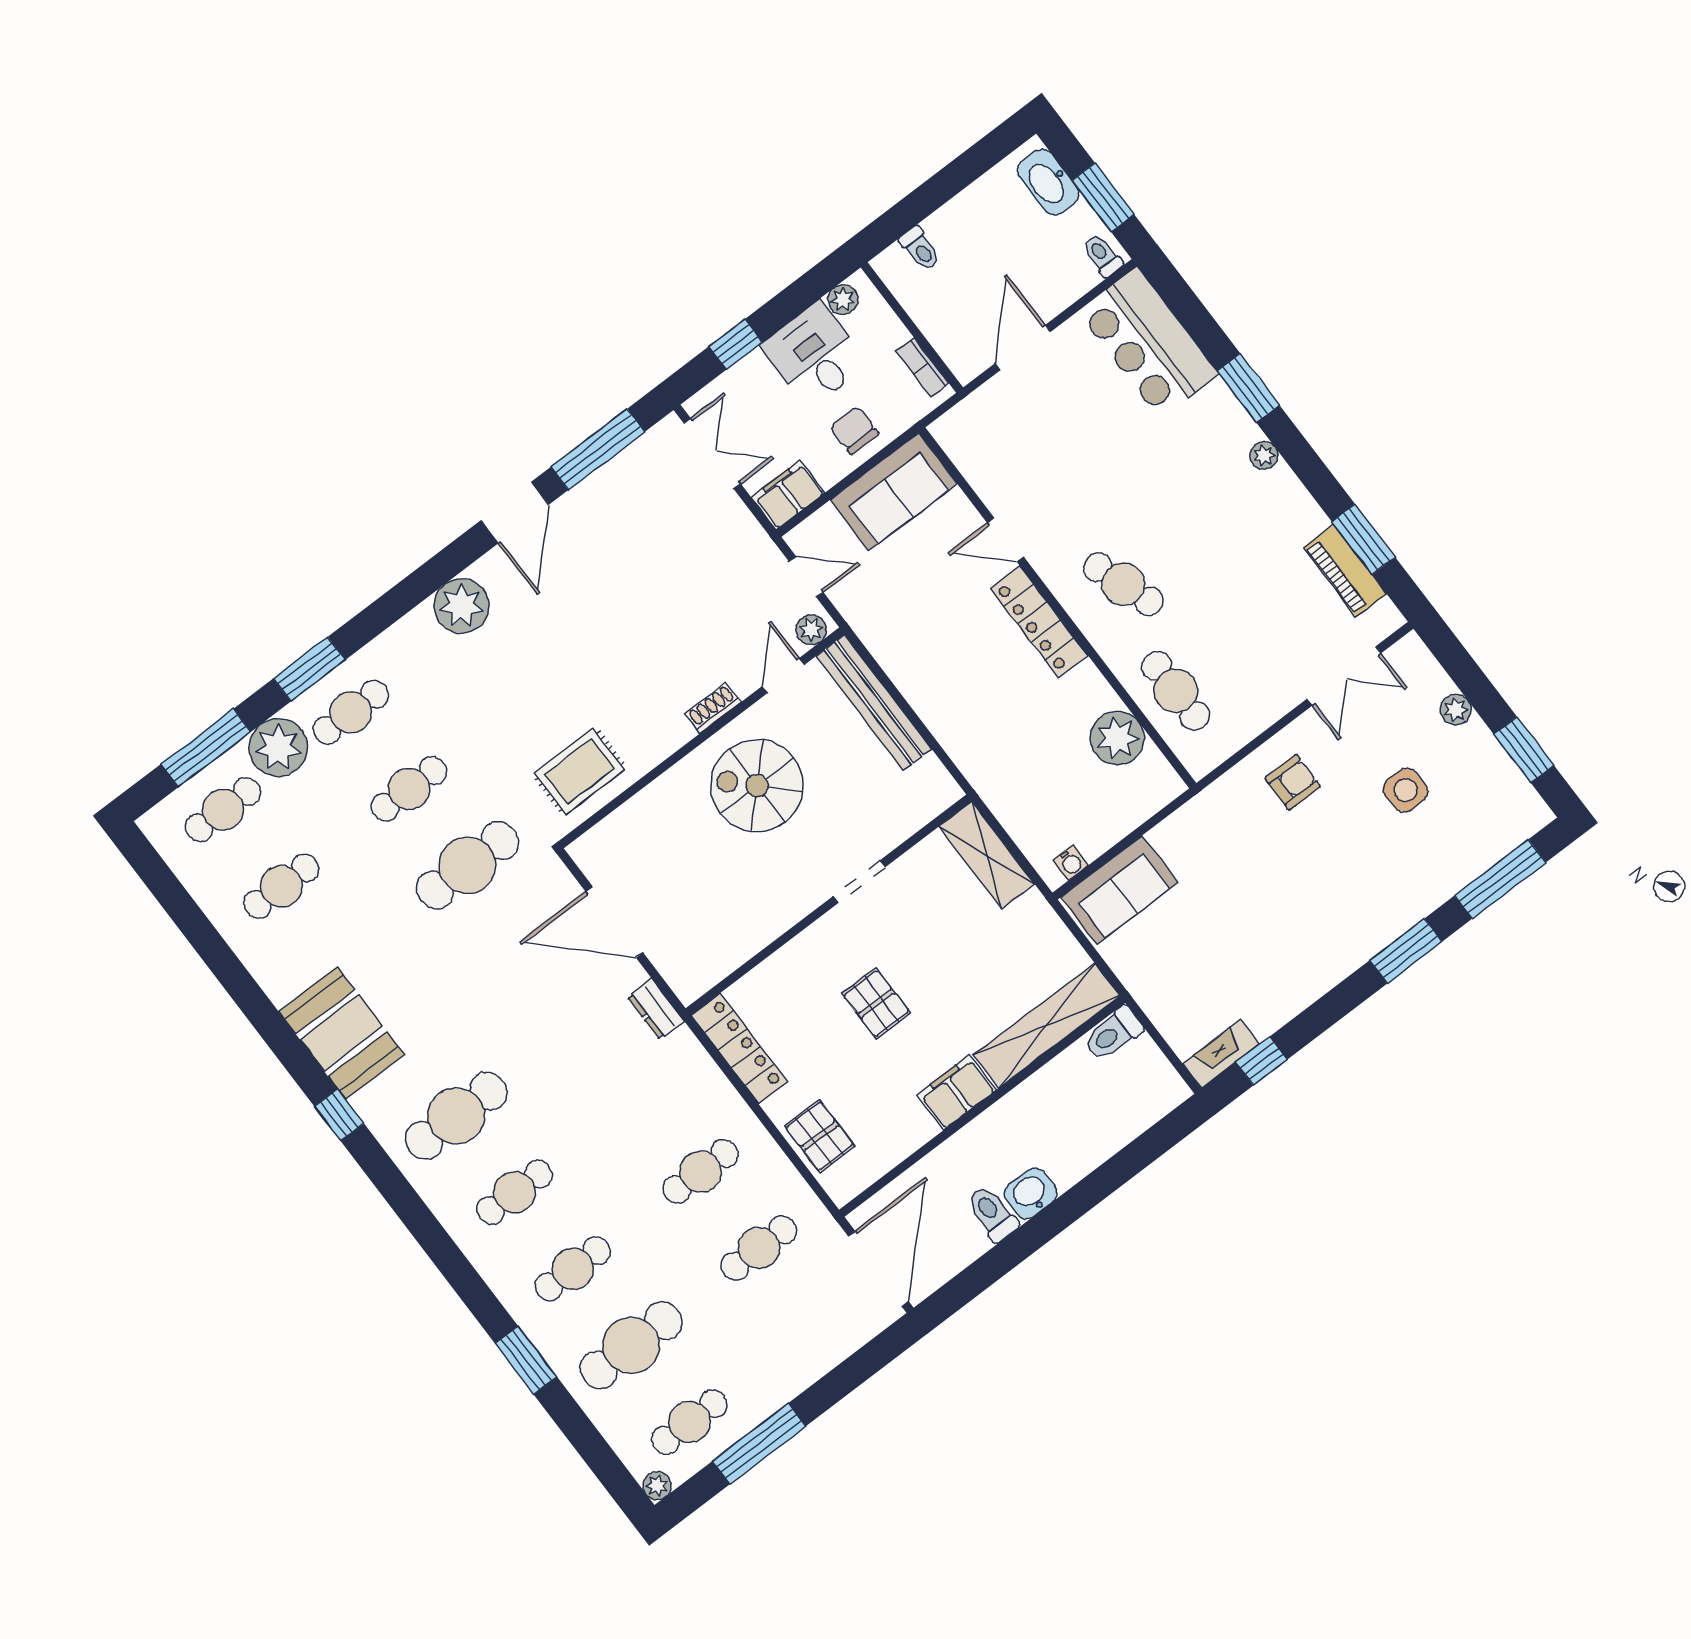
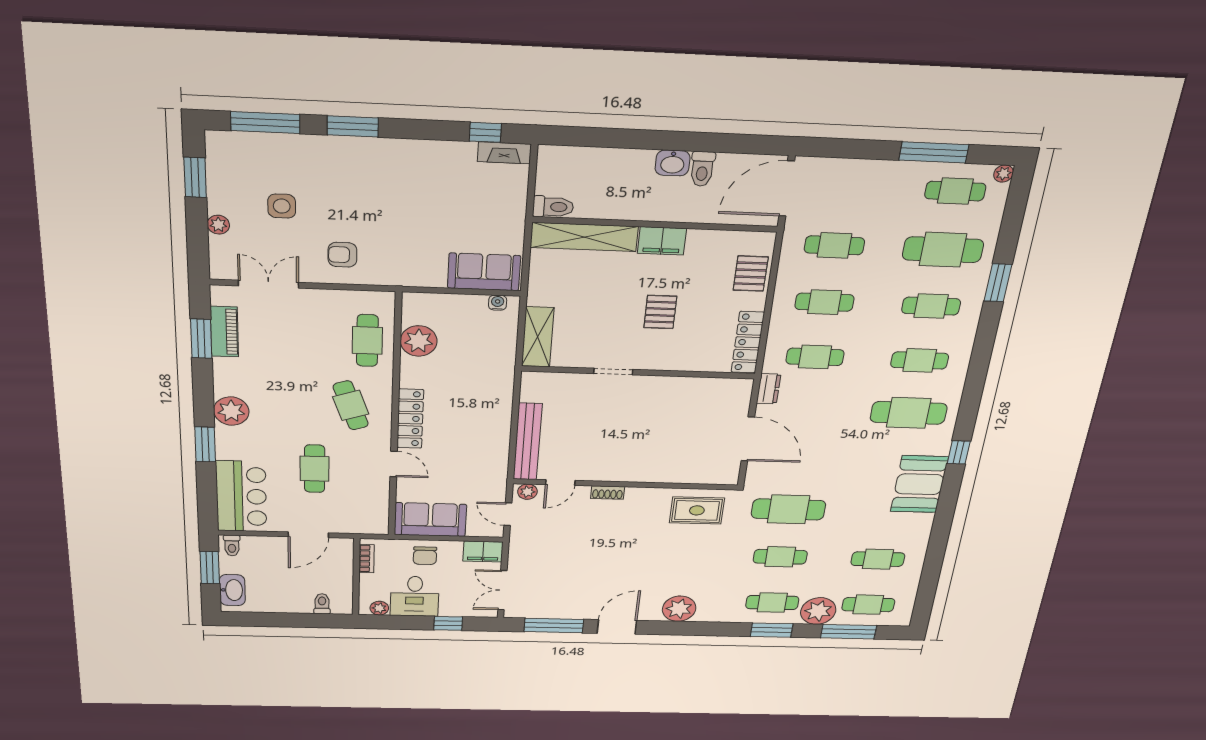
plant: (1264, 455) -> (231, 411), width x1.88, depth x1.88
cafe table: (1093, 456) -> (315, 469), added
spiral stairs: (757, 786) -> (620, 447), removed
cafe table: (642, 1095) -> (815, 357), added

